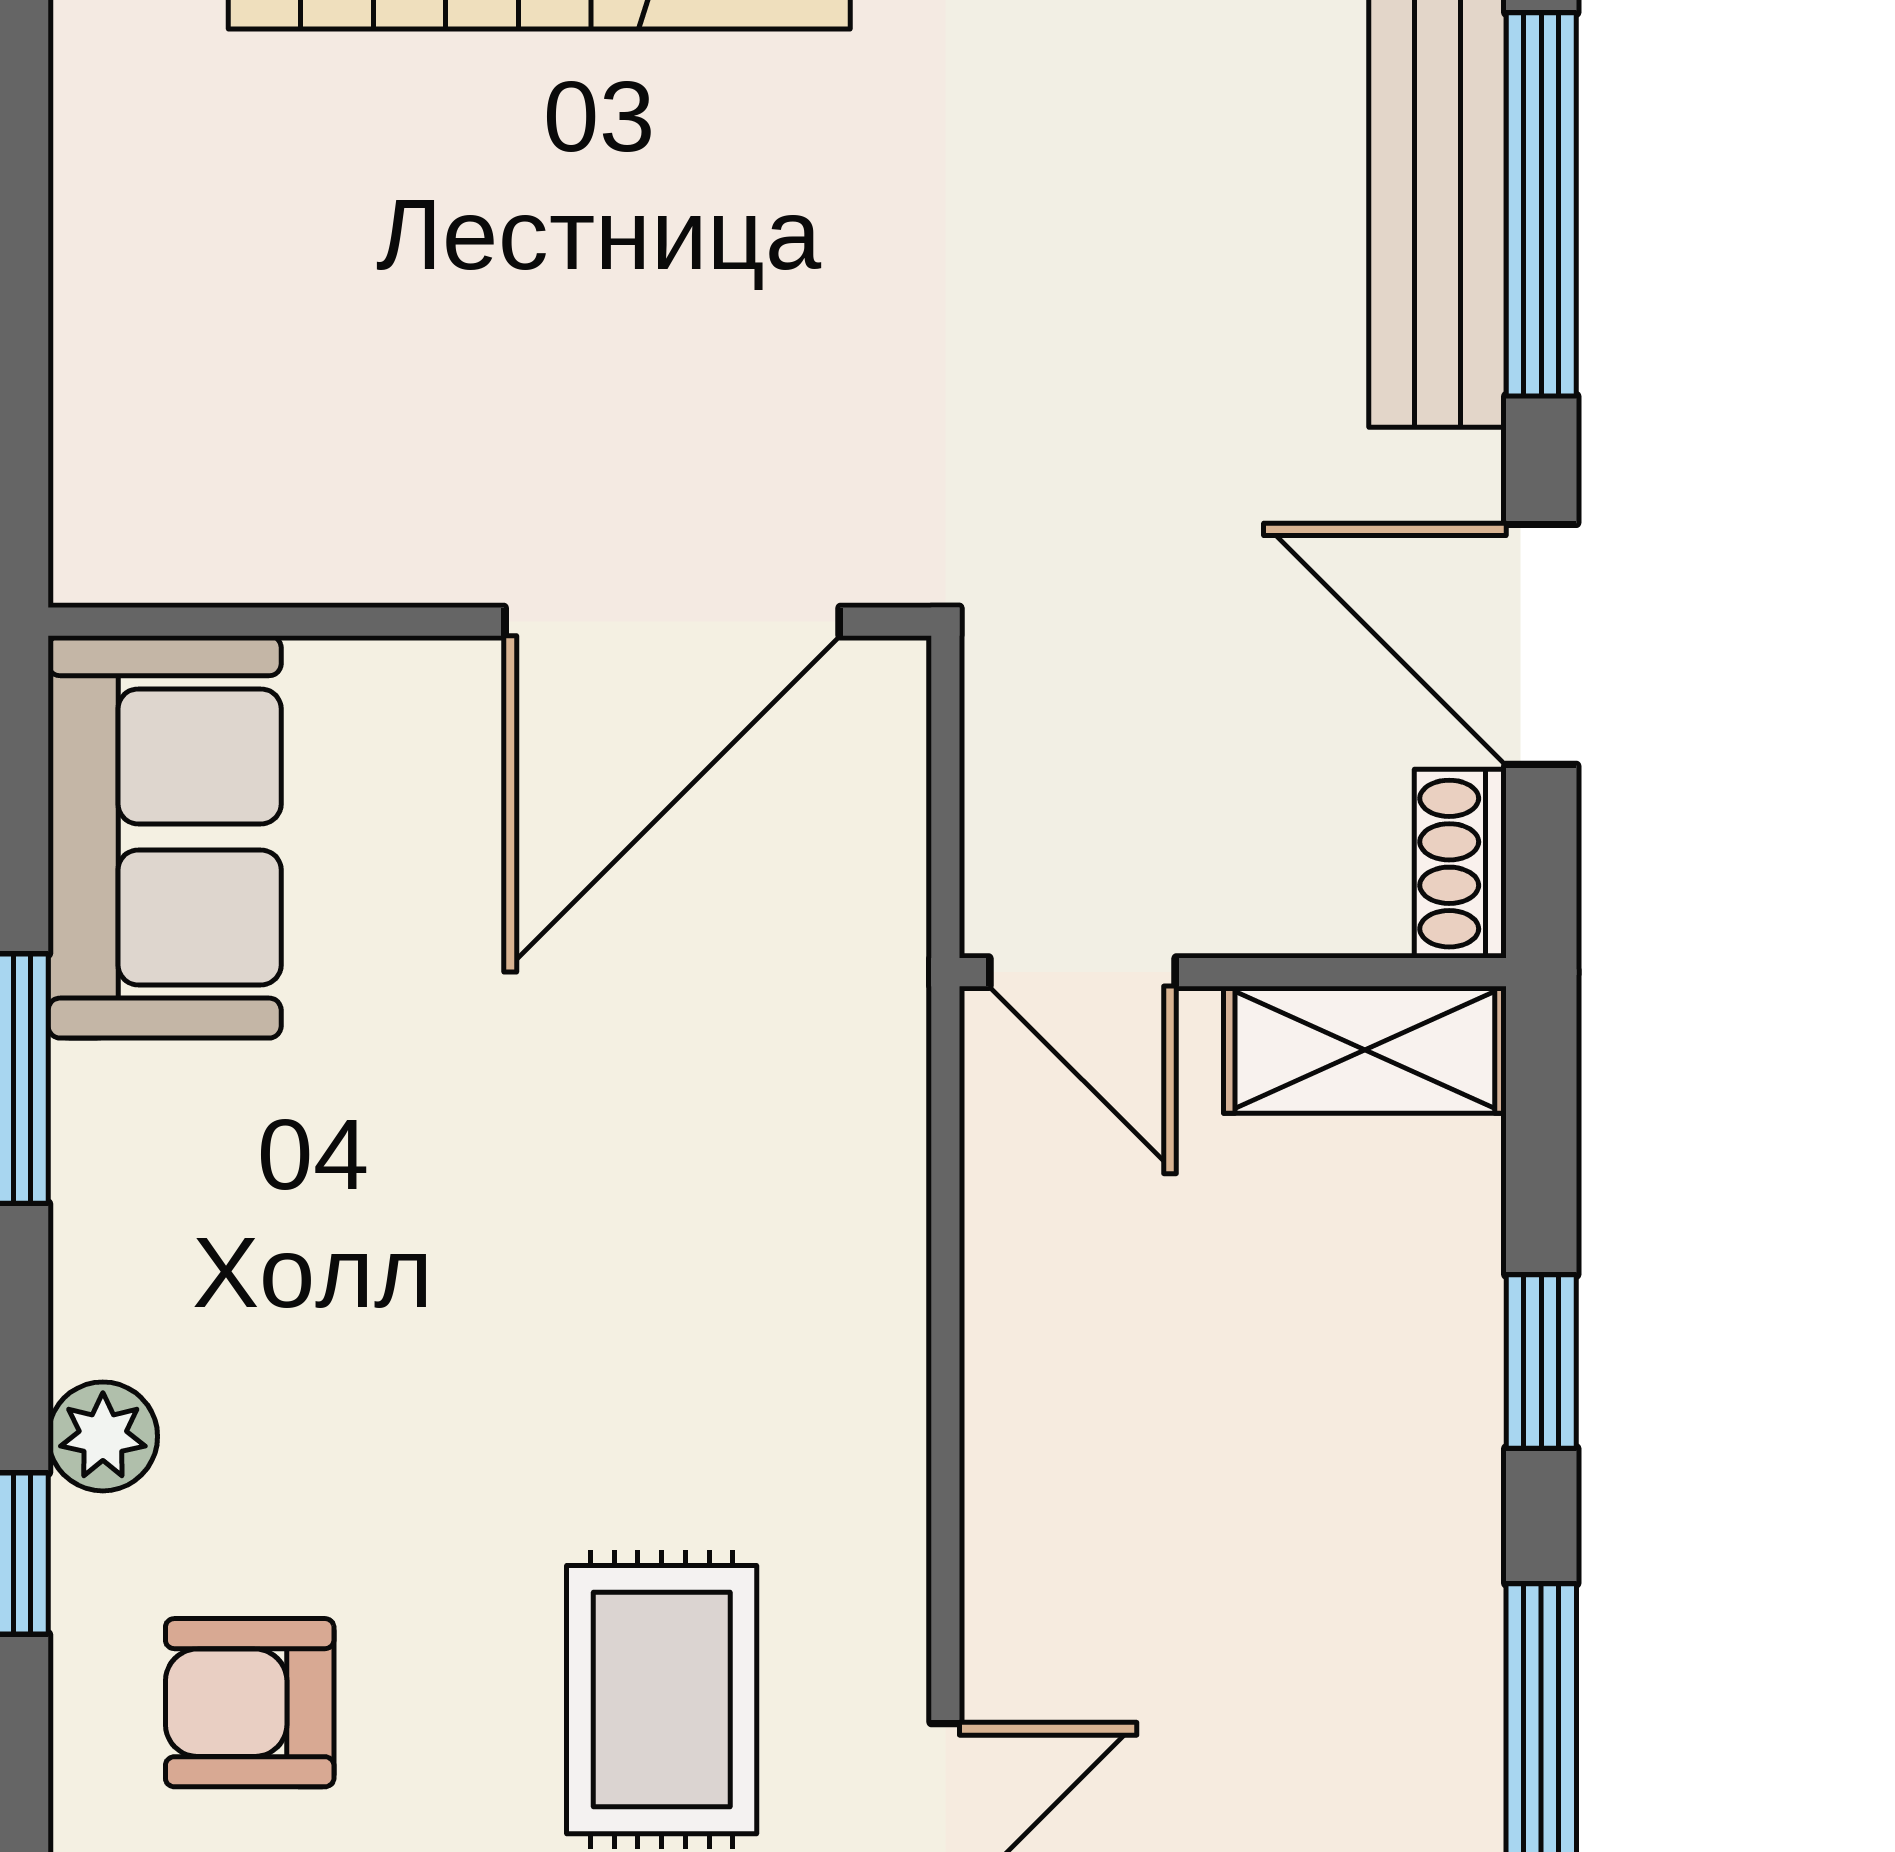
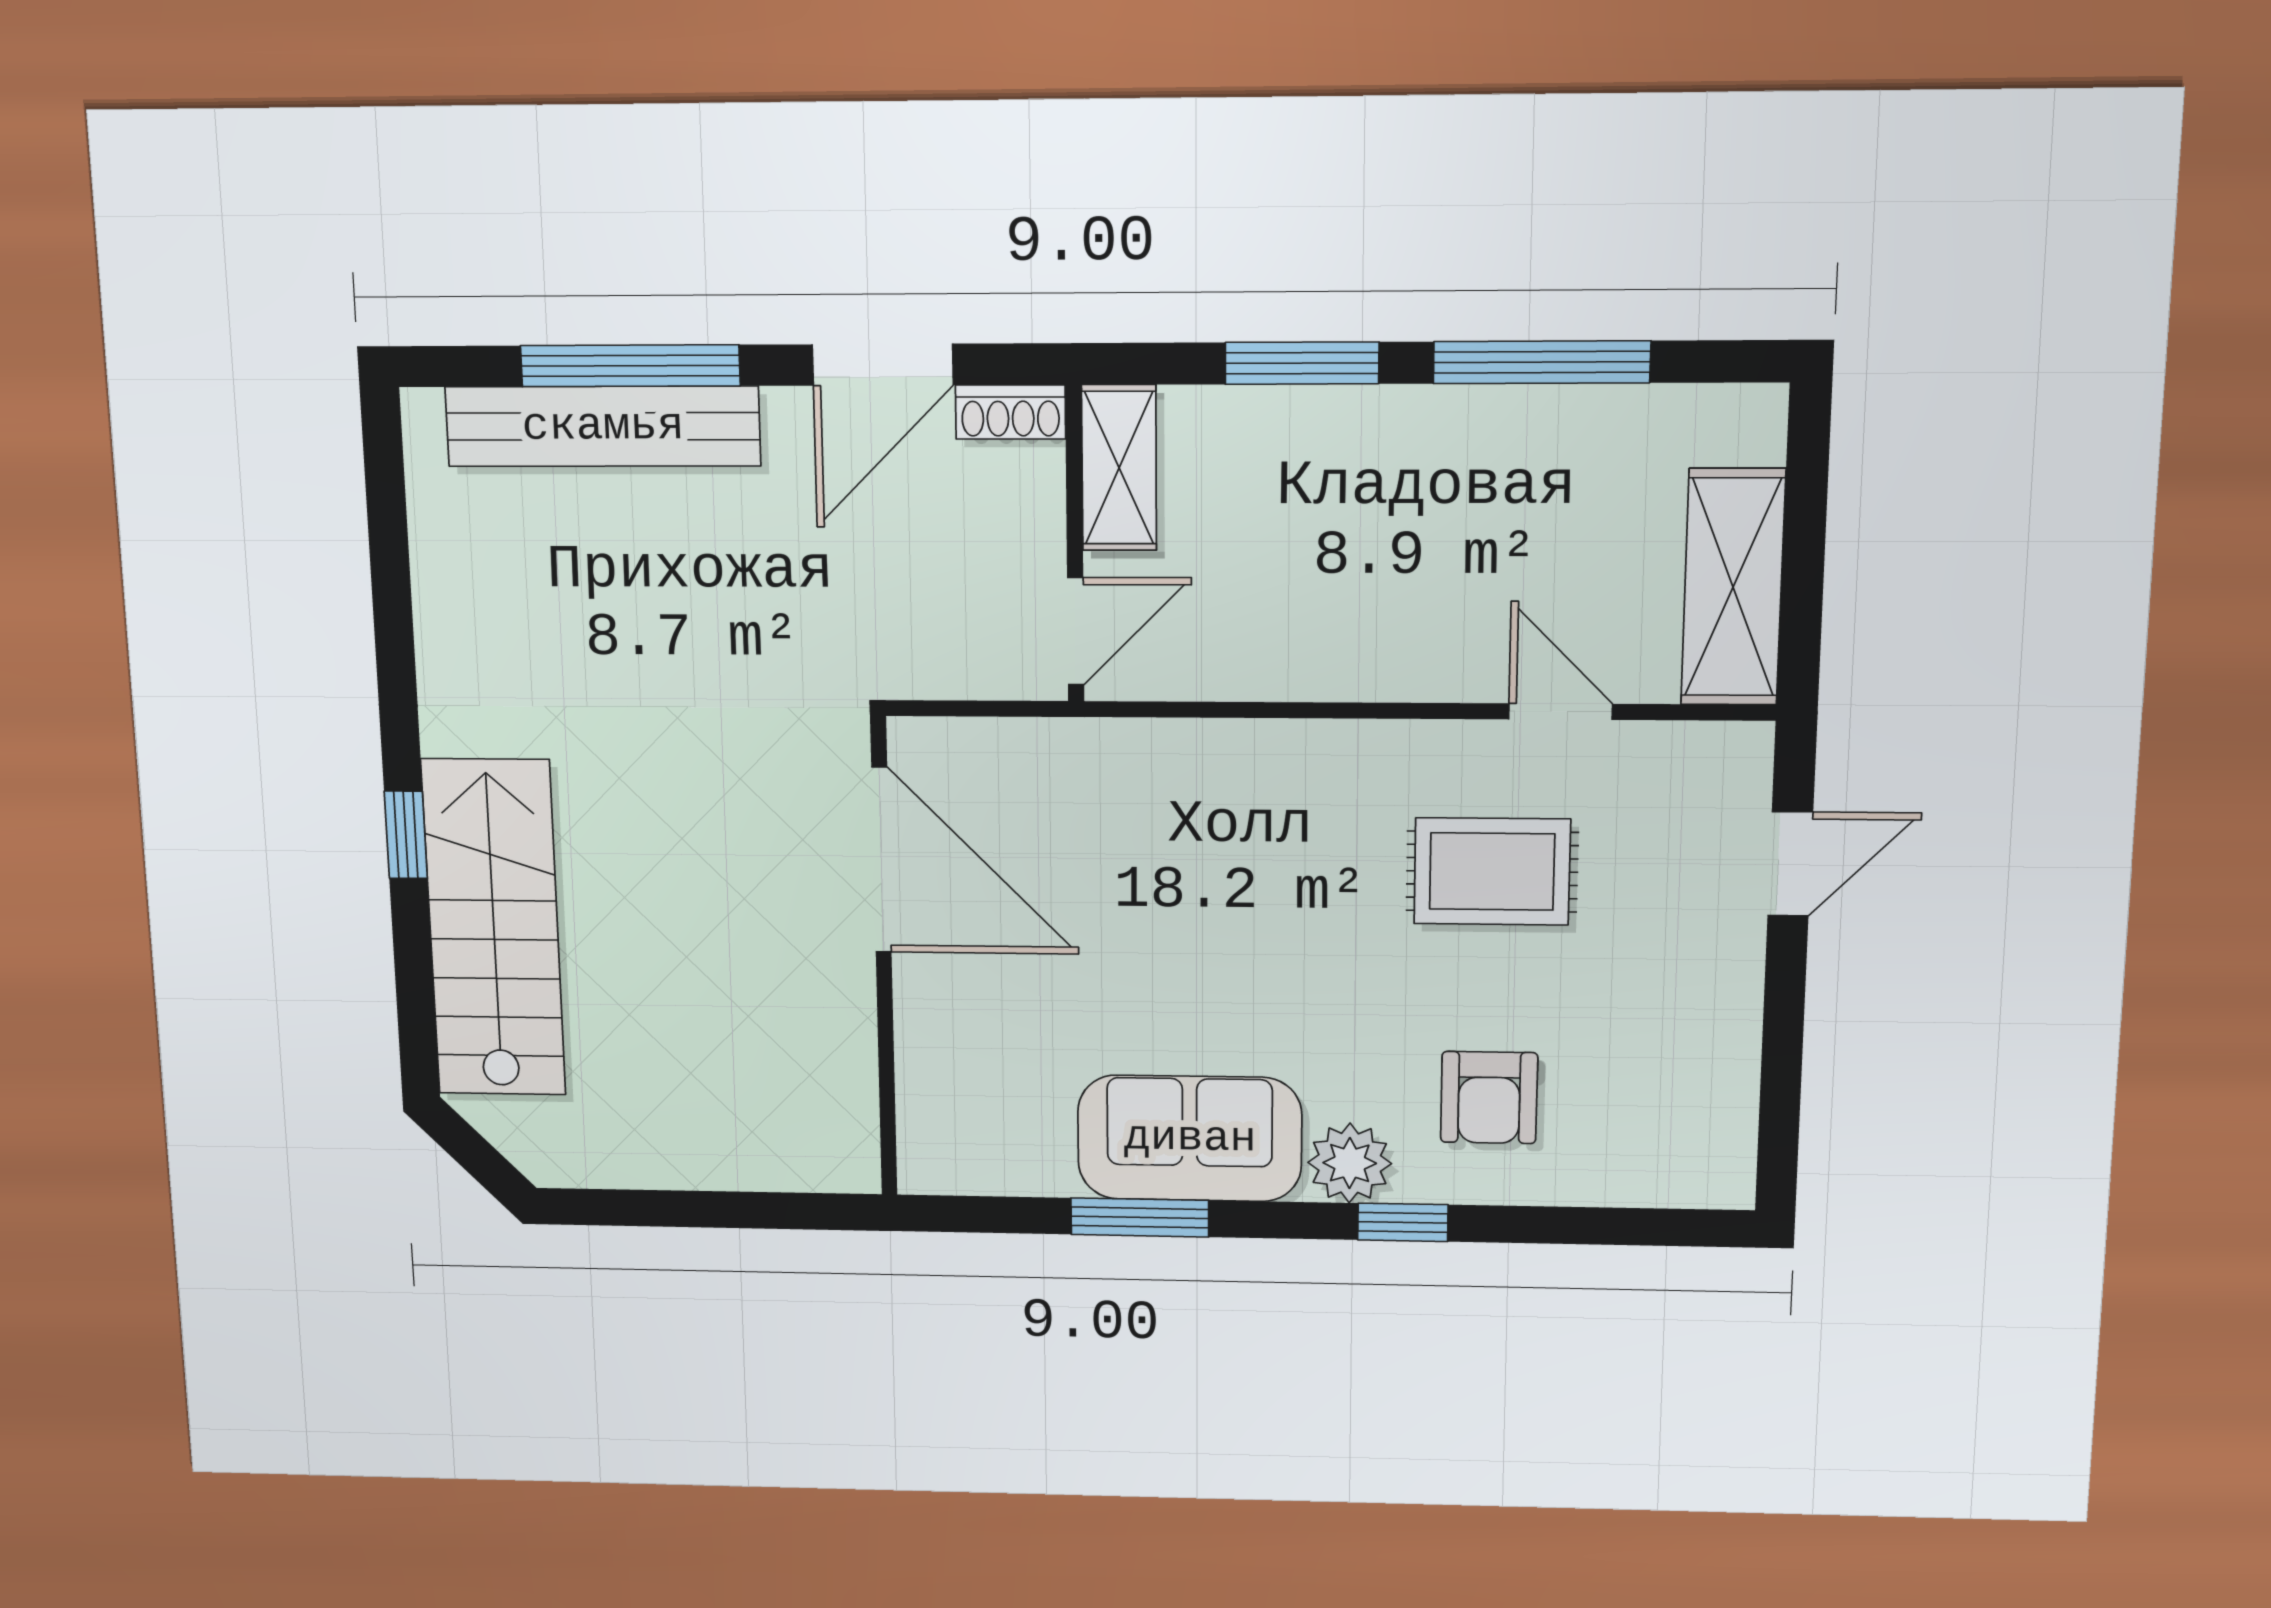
sofa: (165, 837) -> (1190, 1138), moved
window: (1541, 1362) -> (1302, 363), width x1.50
plant: (103, 1436) -> (1350, 1163), width x1.38, depth x1.38

